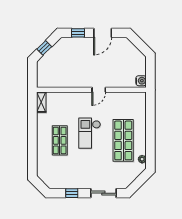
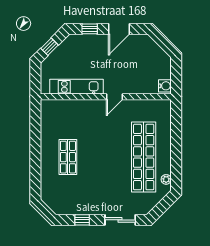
kitchen unit: (67, 81) -> (77, 87), added
shelving: (41, 102) -> (46, 111), removed
checkout: (90, 133) -> (104, 148), removed
shop shelf: (123, 140) -> (144, 157), width x1.40

